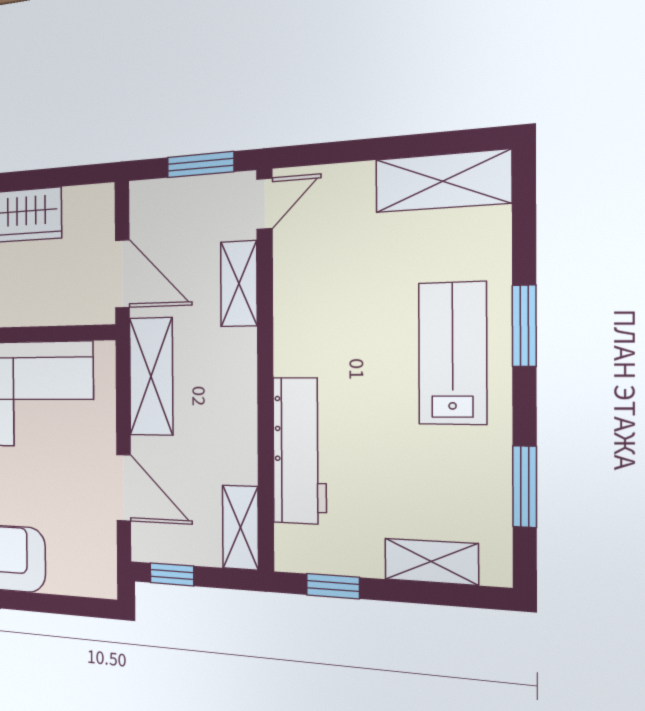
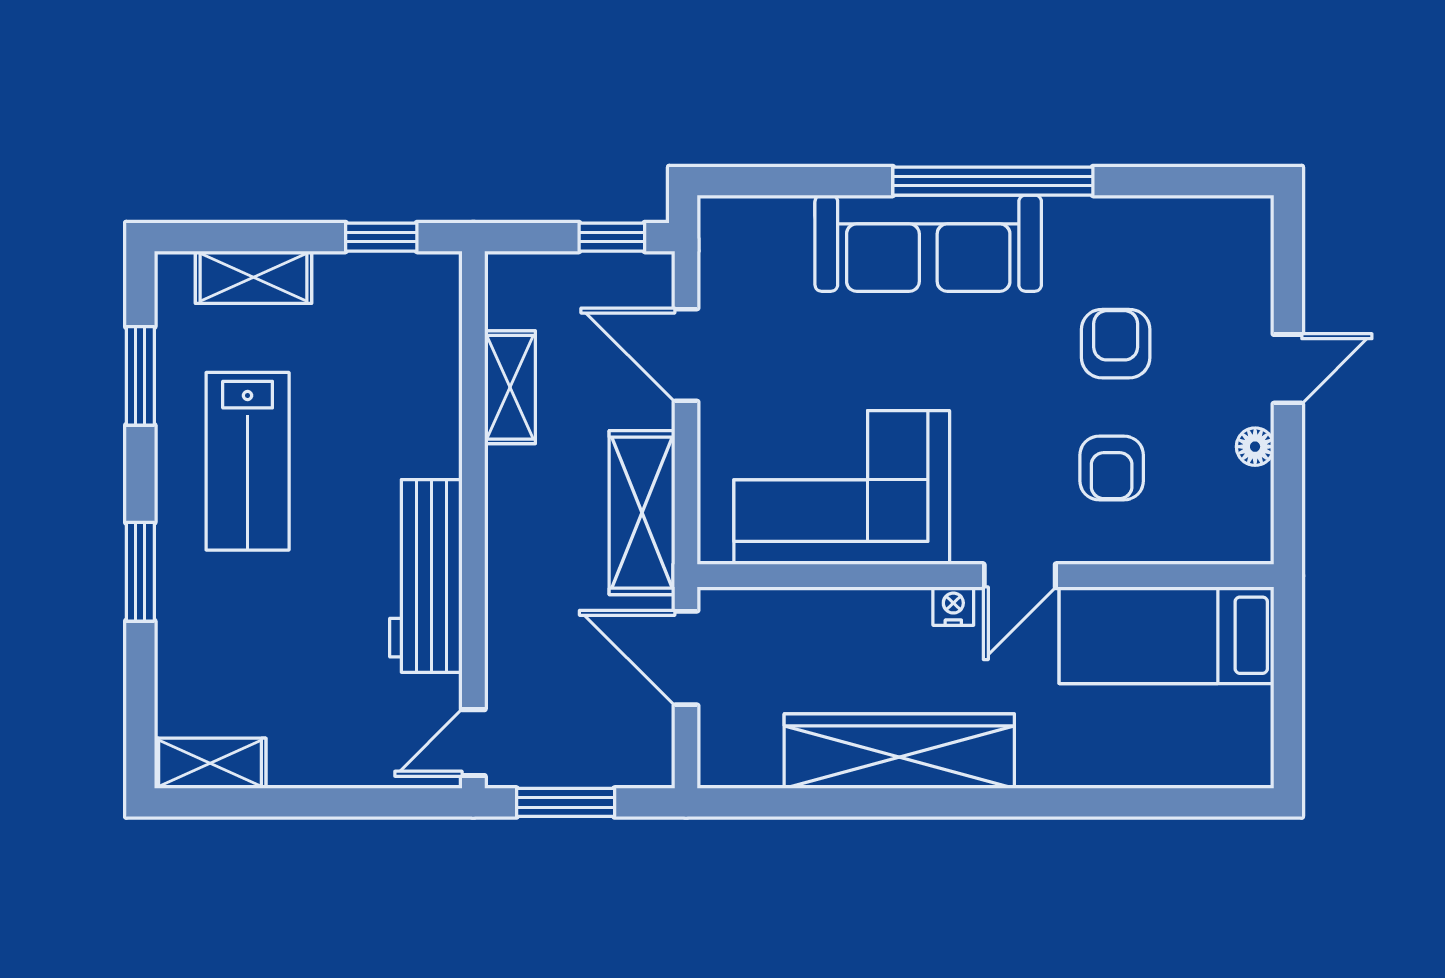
shelving: (443, 181) -> (210, 763), width x0.67, depth x0.75
shelving: (239, 284) -> (510, 637), removed
lab bench: (452, 353) -> (248, 461), moved
workbench: (300, 451) -> (426, 576), moved
shelving: (240, 527) -> (510, 387), moved

